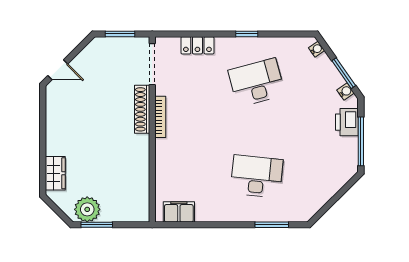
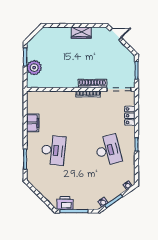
door: (58, 70) -> (116, 34), swing flipped
printer: (347, 122) -> (65, 203), moved
wardrobe: (55, 173) -> (81, 33), moved
plant: (87, 209) -> (34, 68), moved
filing cabinet: (179, 212) -> (33, 123), moved

